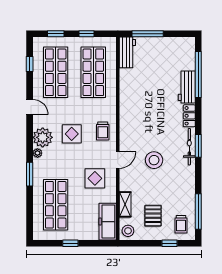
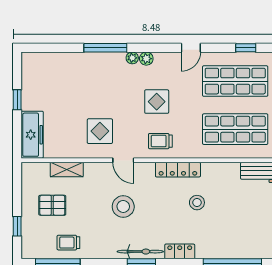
workbench: (187, 87) -> (216, 248), removed
locker: (125, 117) -> (178, 170), added
plant: (43, 137) -> (146, 59), width x0.53, depth x0.53
window: (30, 174) -> (105, 48), width x1.44
shop shelf: (56, 205) -> (66, 81), removed
freezer: (108, 222) -> (32, 135), moved, turned 90
trolley: (181, 224) -> (68, 243), moved
stool: (128, 231) -> (197, 203), moved

